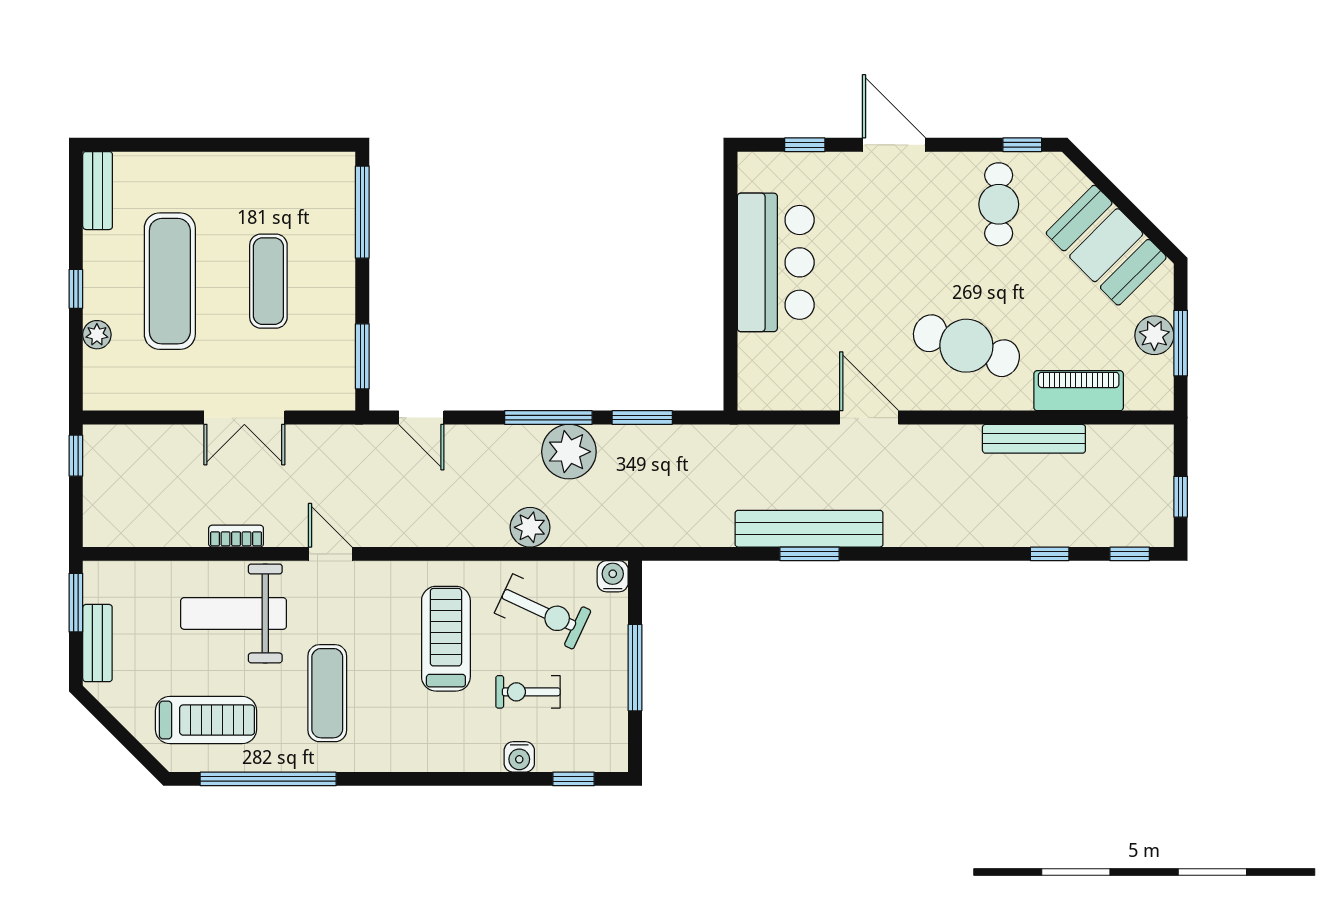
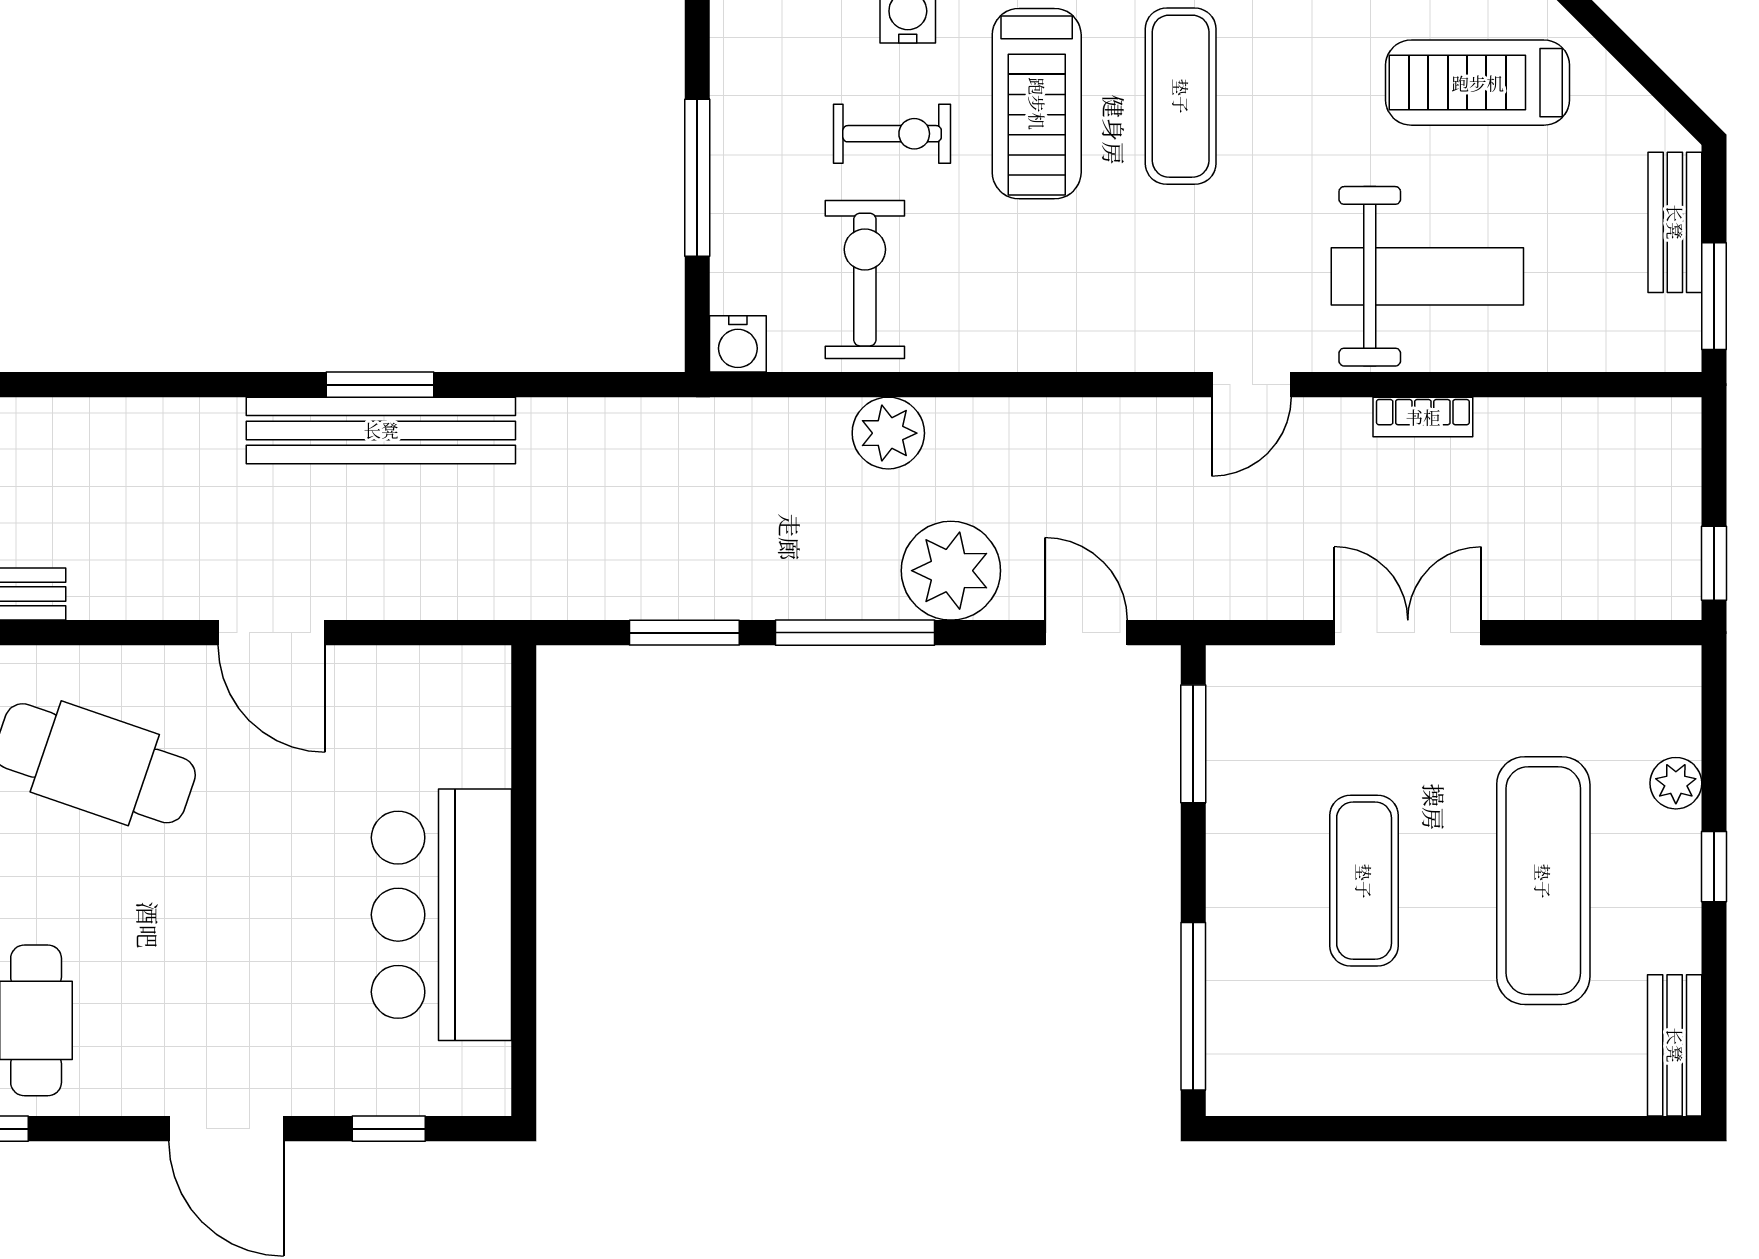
plant: (569, 452) -> (951, 571), moved
door: (330, 554) -> (1251, 385), hinge flipped
exercise bike: (543, 612) -> (865, 280), turned 65
treadmill: (446, 639) -> (1037, 104), moved
exercise mat: (327, 693) -> (1181, 96), moved

